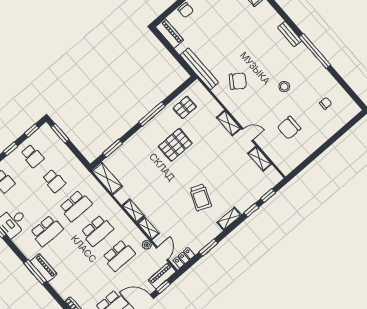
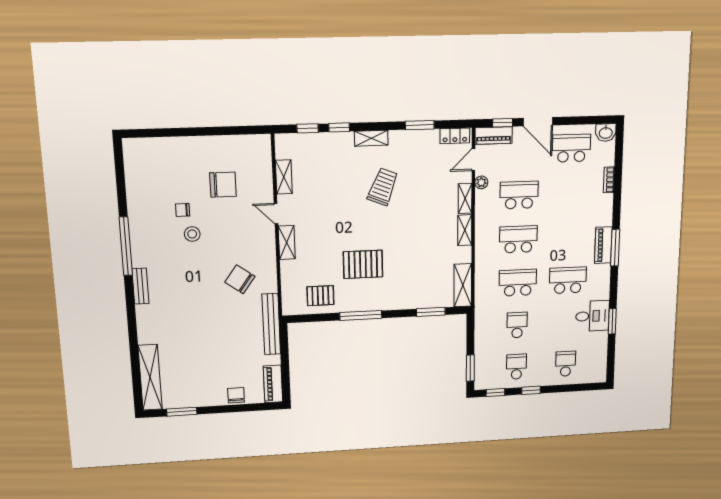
chair: (326, 103) -> (183, 210), moved

